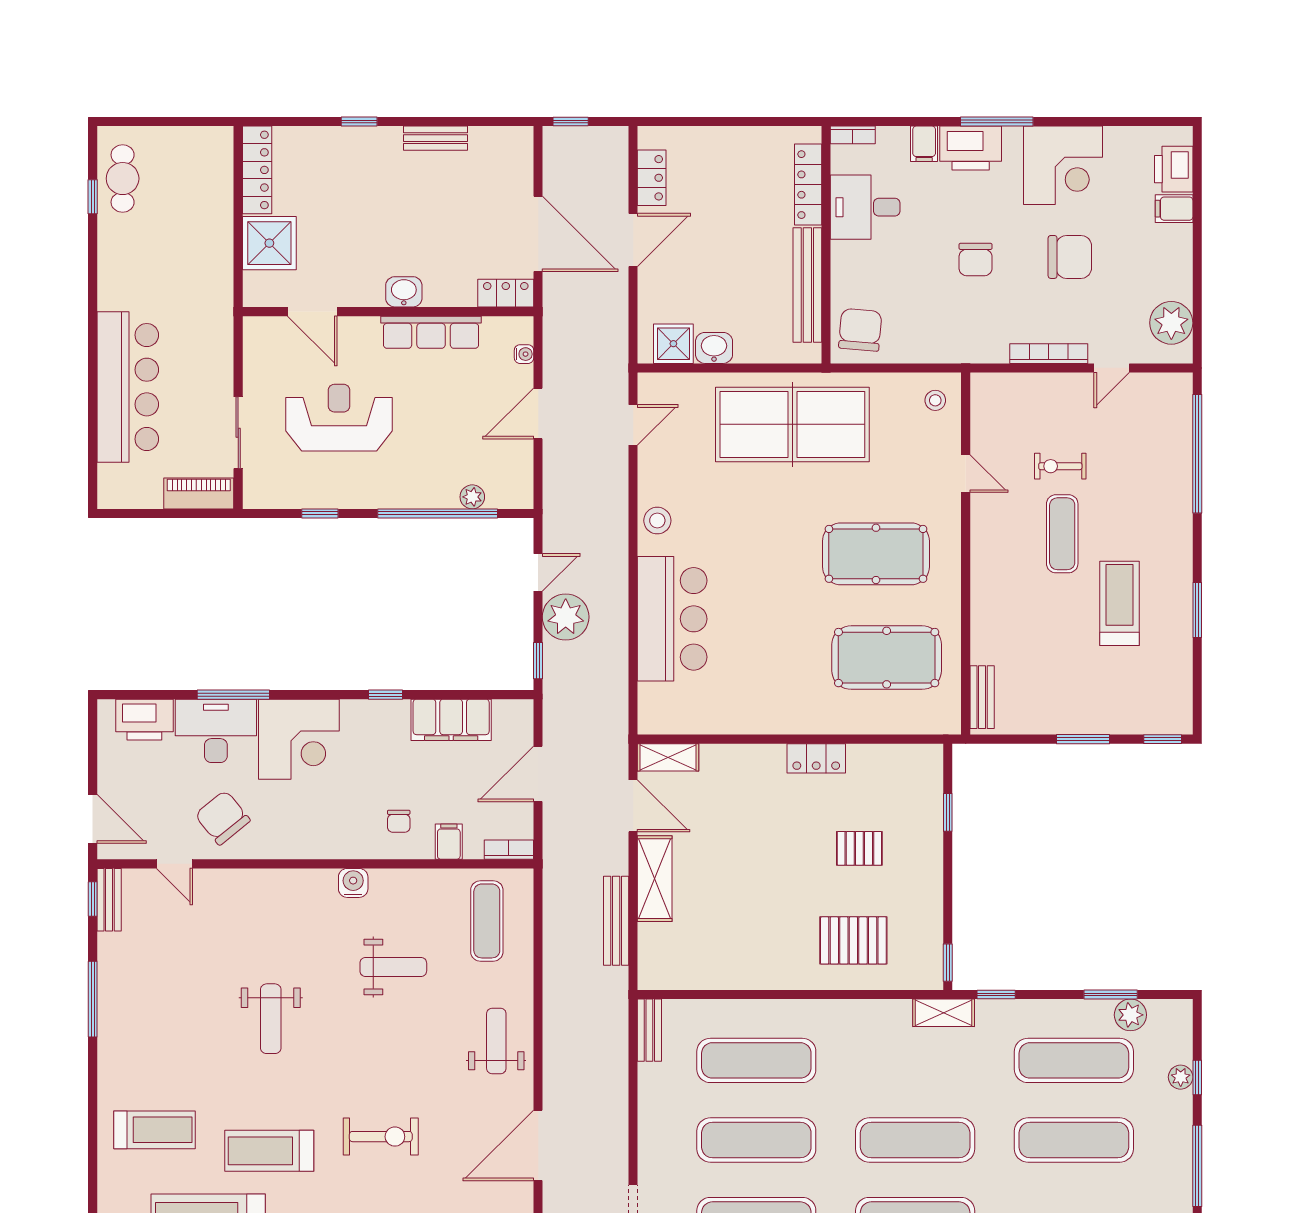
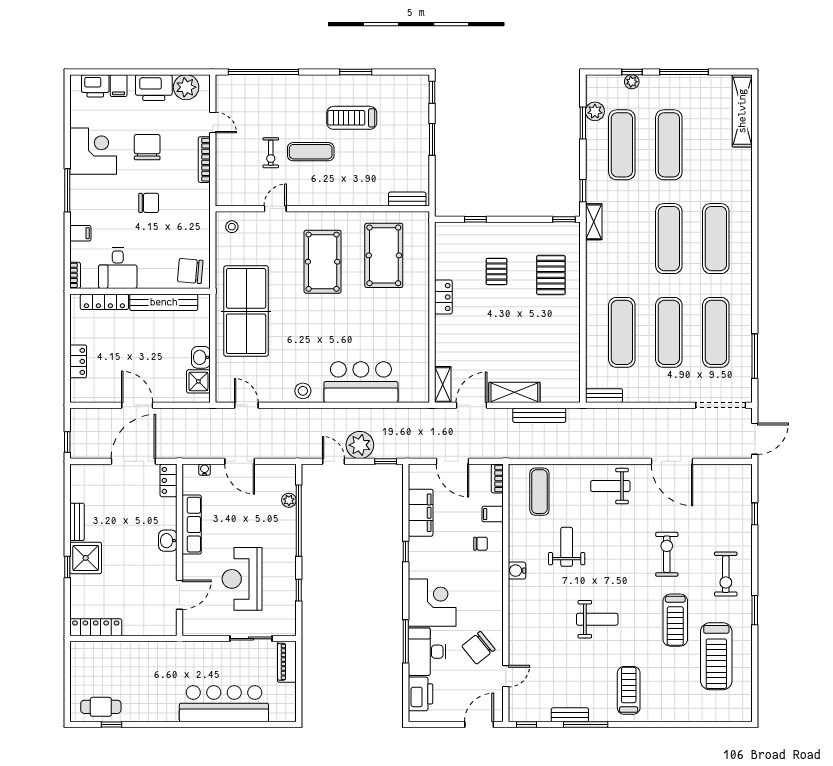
printer: (971, 148) -> (154, 88), moved, turned 90
locker: (652, 178) -> (78, 361), moved, turned 90
shower: (269, 243) -> (86, 558), moved
bench: (109, 900) -> (570, 715), moved
exercise mat: (487, 921) -> (539, 492), turned 90
treadmill: (154, 1130) -> (629, 690), moved

